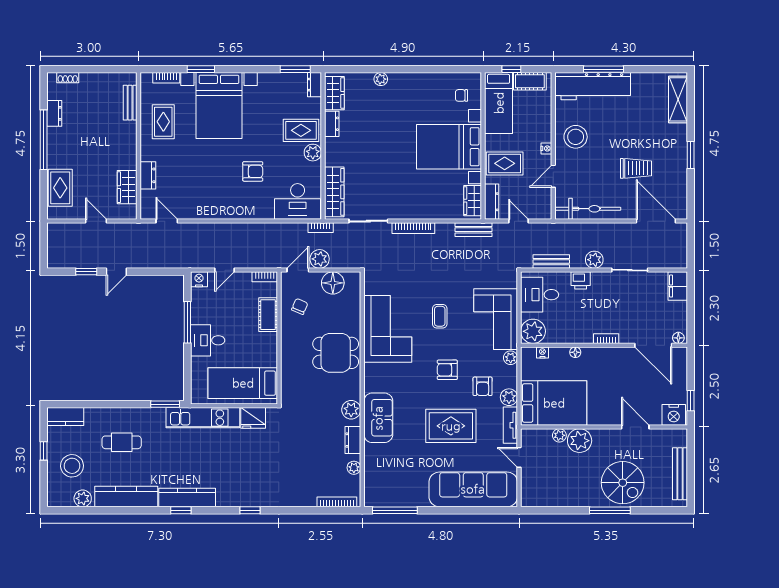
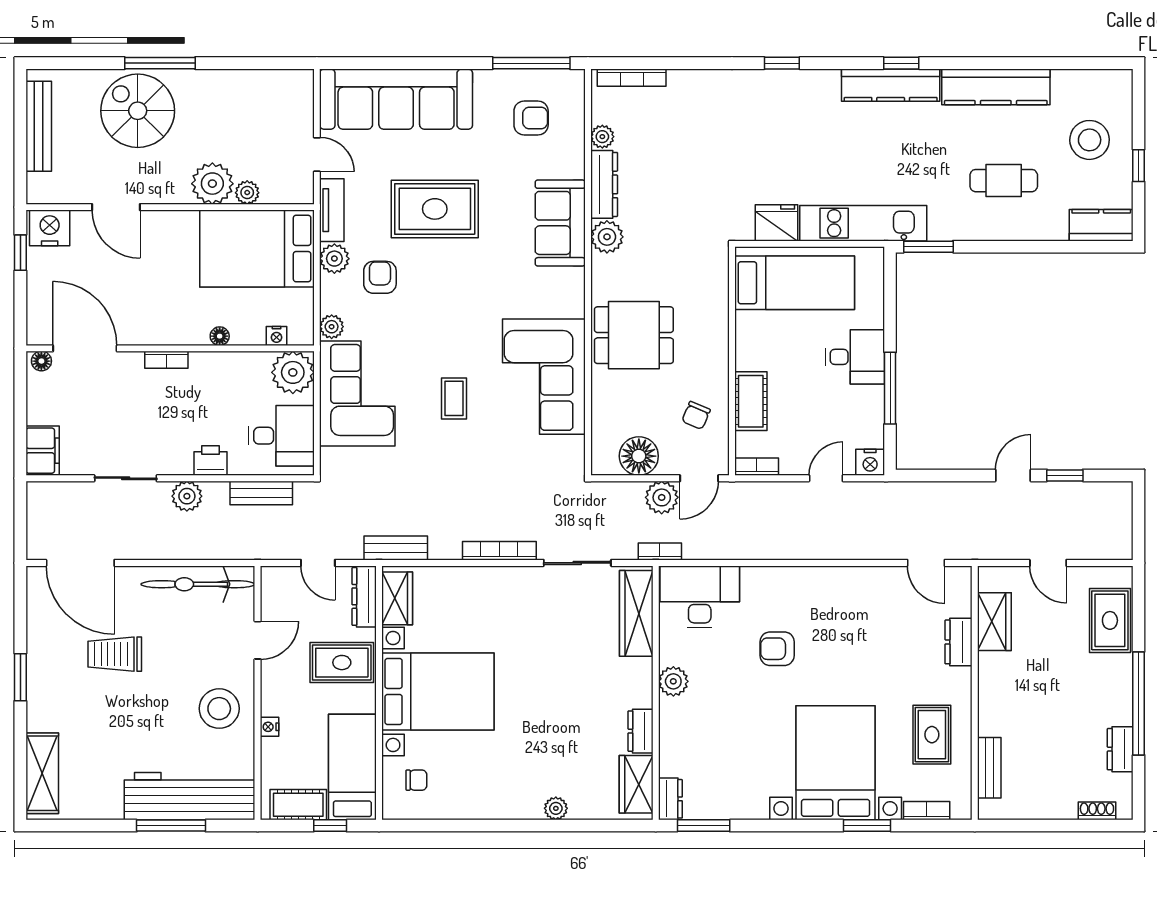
rug: (301, 130) -> (694, 720), removed
nightstand: (546, 148) -> (270, 727), moved
armchair: (447, 370) -> (531, 118), moved
dresser: (353, 440) -> (604, 184), width x1.44
plant: (83, 498) -> (1071, 84), removed

